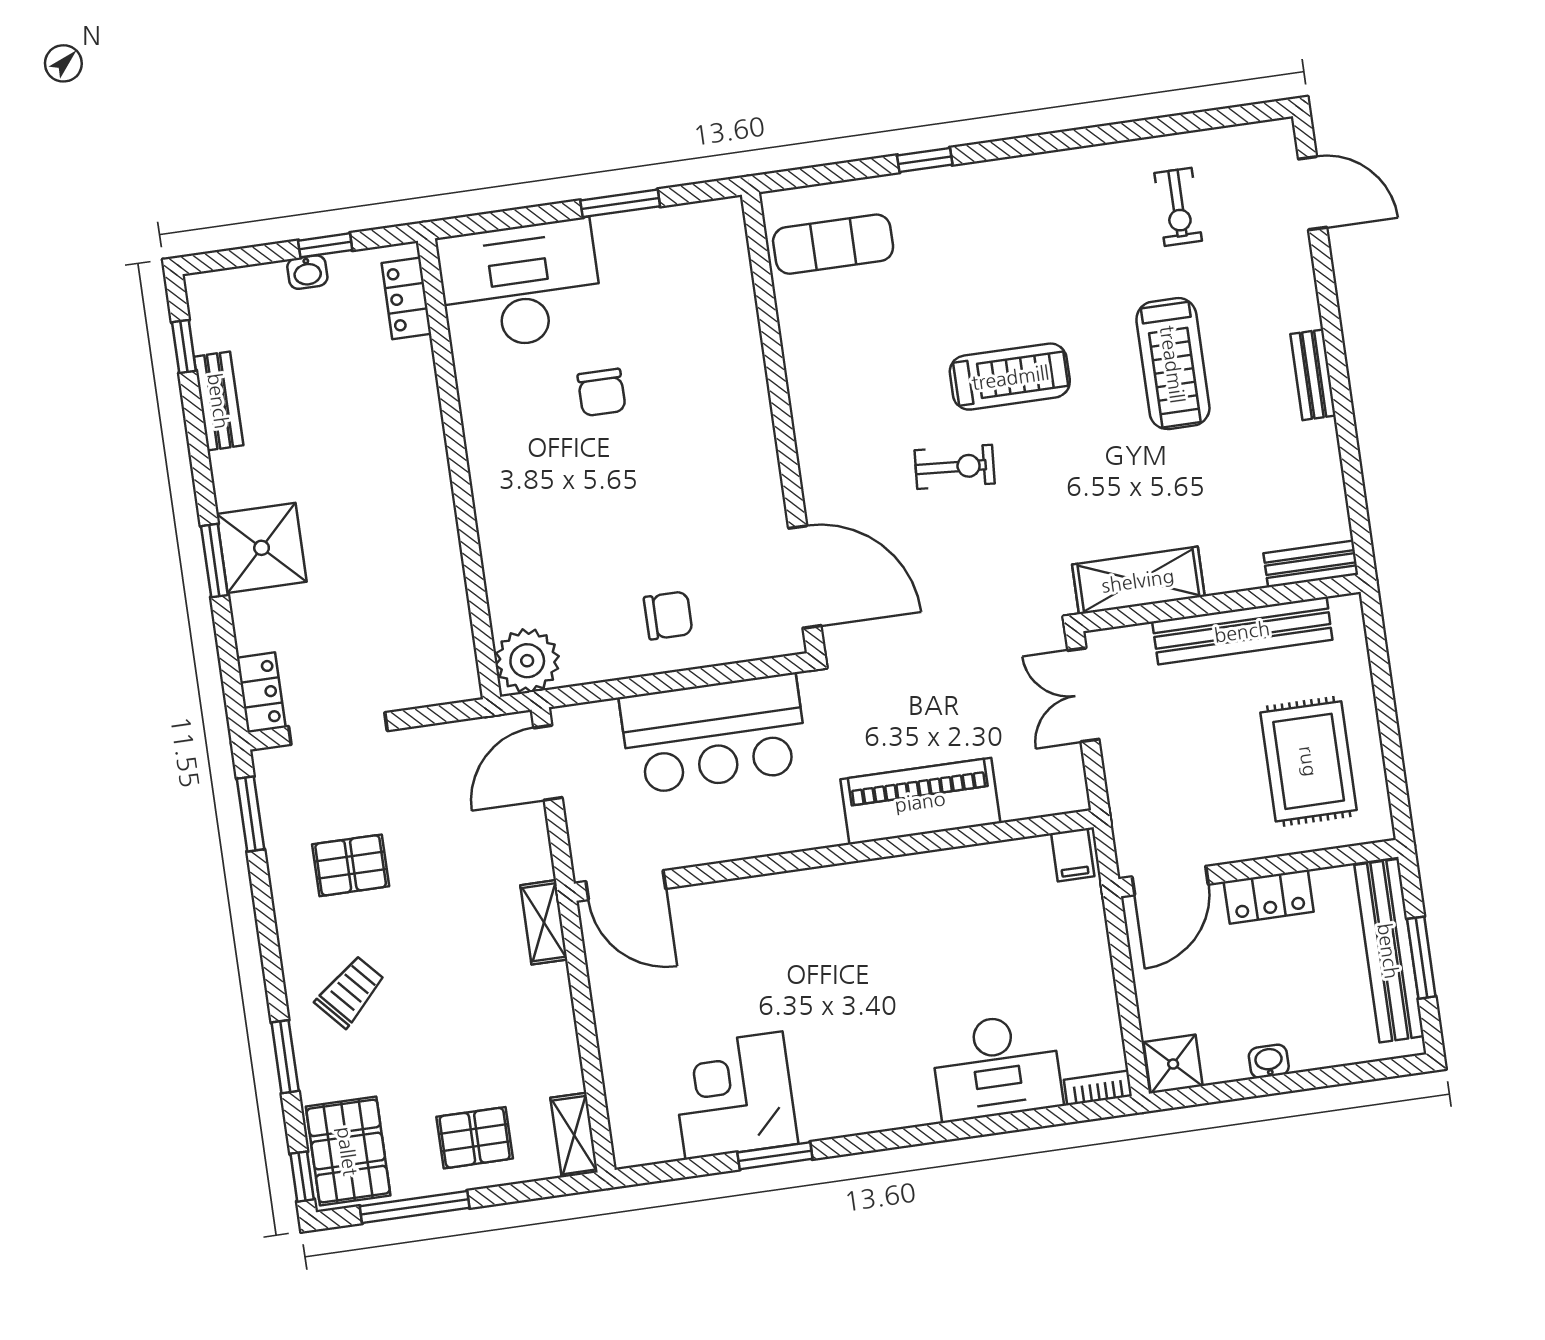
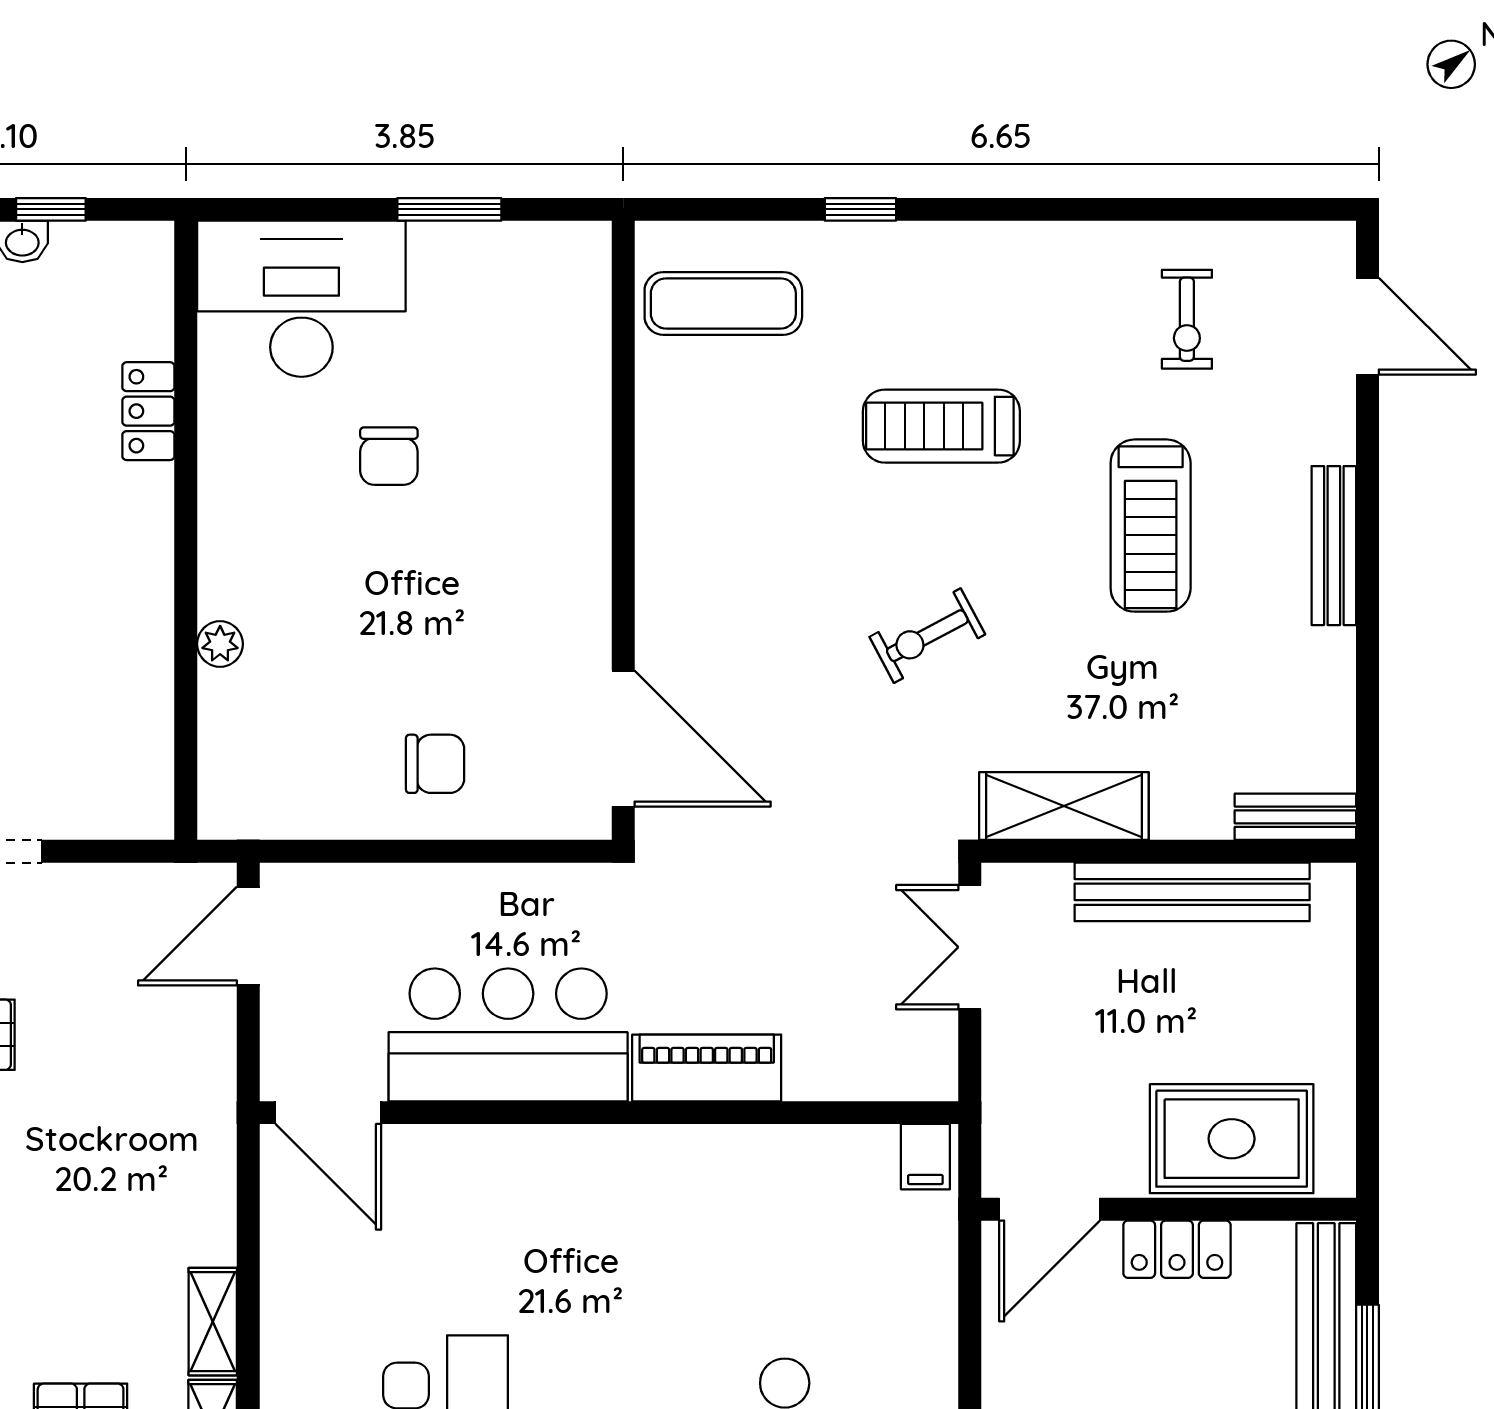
locker: (406, 298) -> (148, 411), moved
bench: (1313, 375) -> (1334, 546), width x1.36
treadmill: (1010, 377) -> (941, 426), moved, turned 180
exercise bike: (955, 467) -> (927, 636), moved, turned 148
plant: (527, 661) -> (220, 644), moved, width x0.53, depth x0.53
bar counter: (714, 734) -> (508, 1035), moved, turned 180
rug: (1309, 761) -> (1232, 1139), moved, turned 90
piano: (920, 801) -> (707, 1068), width x0.73, depth x0.75
shelving: (544, 922) -> (213, 1322), moved

